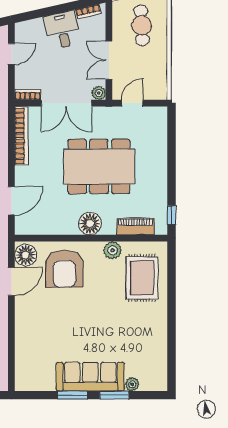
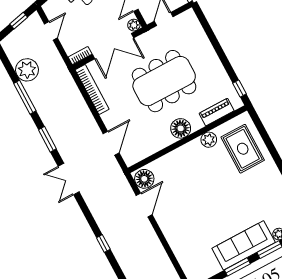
armchair: (64, 269) -> (179, 174), removed

